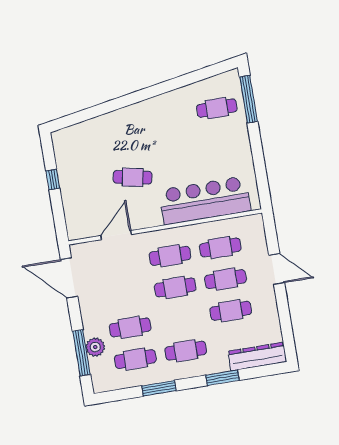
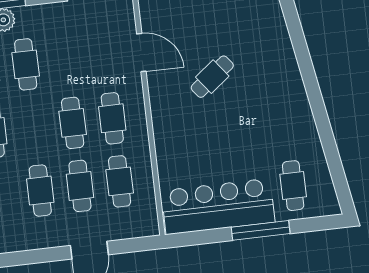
window: (249, 99) -> (261, 230), moved
cafe table: (133, 177) -> (212, 77), turned 41
bar counter: (205, 200) -> (218, 206), moved, turned -90

